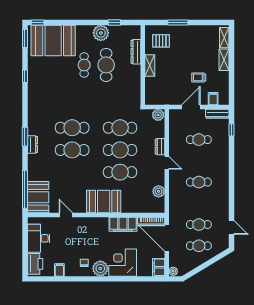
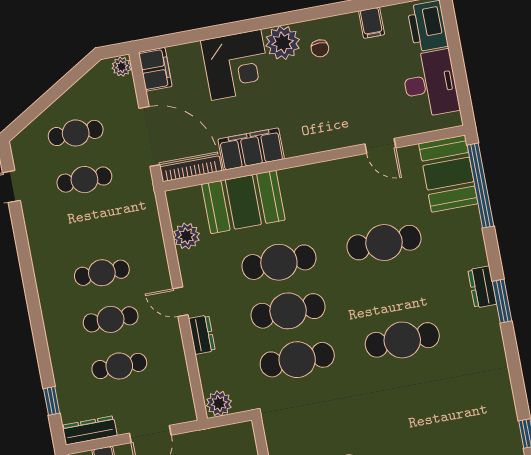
cafe table: (72, 150) -> (384, 243), moved
cafe table: (199, 161) -> (111, 319), added
booth: (104, 202) -> (243, 202), moved

